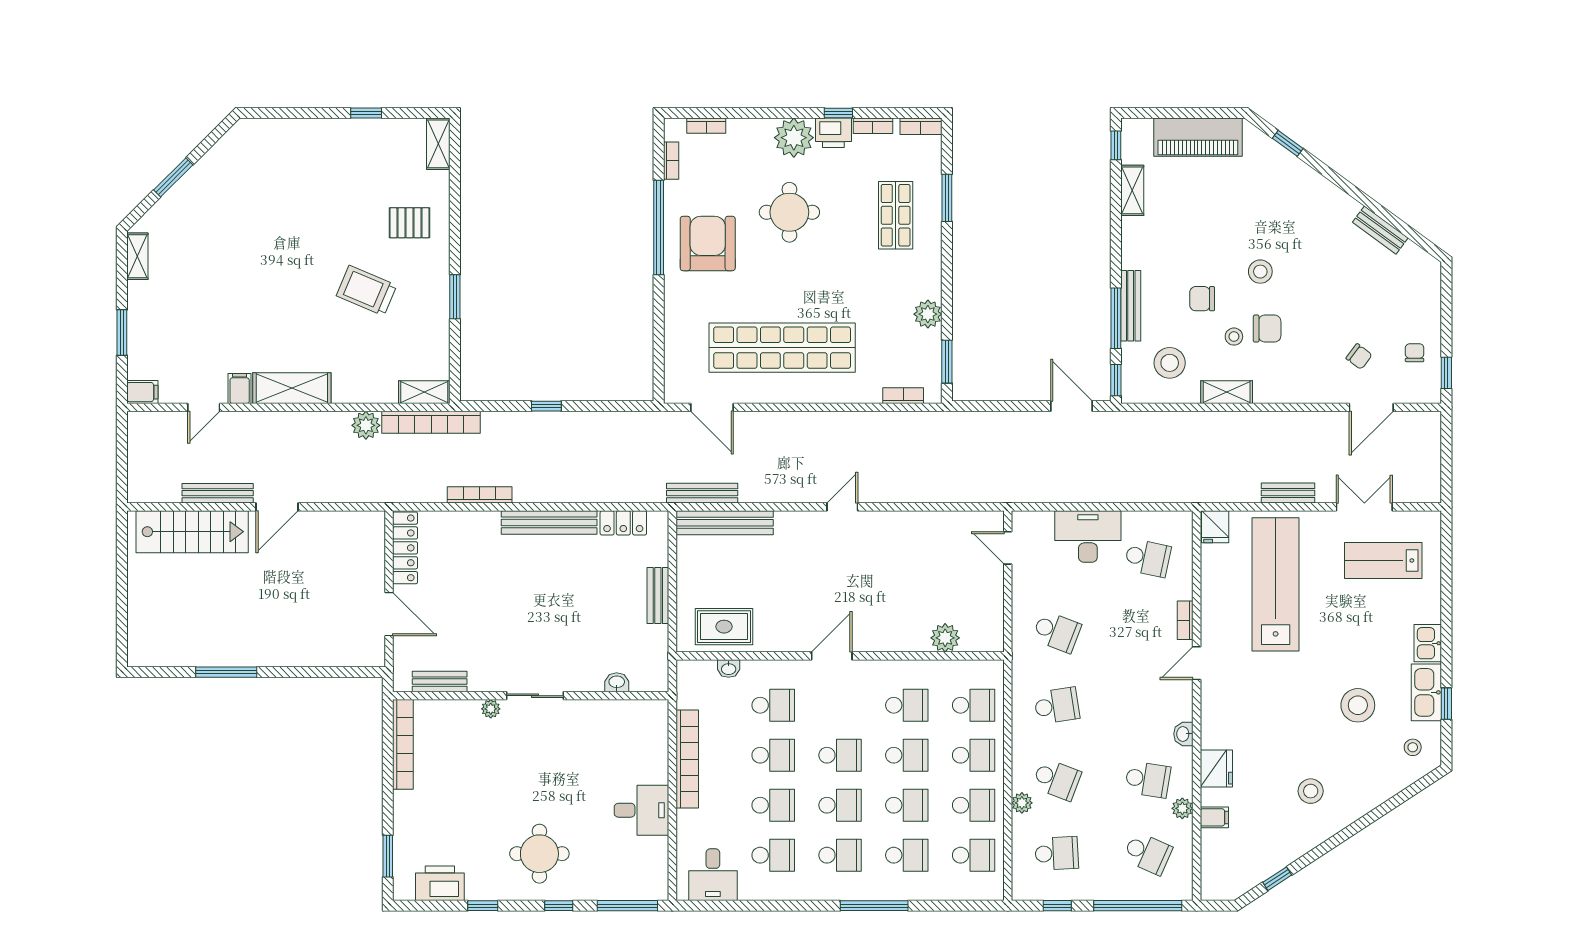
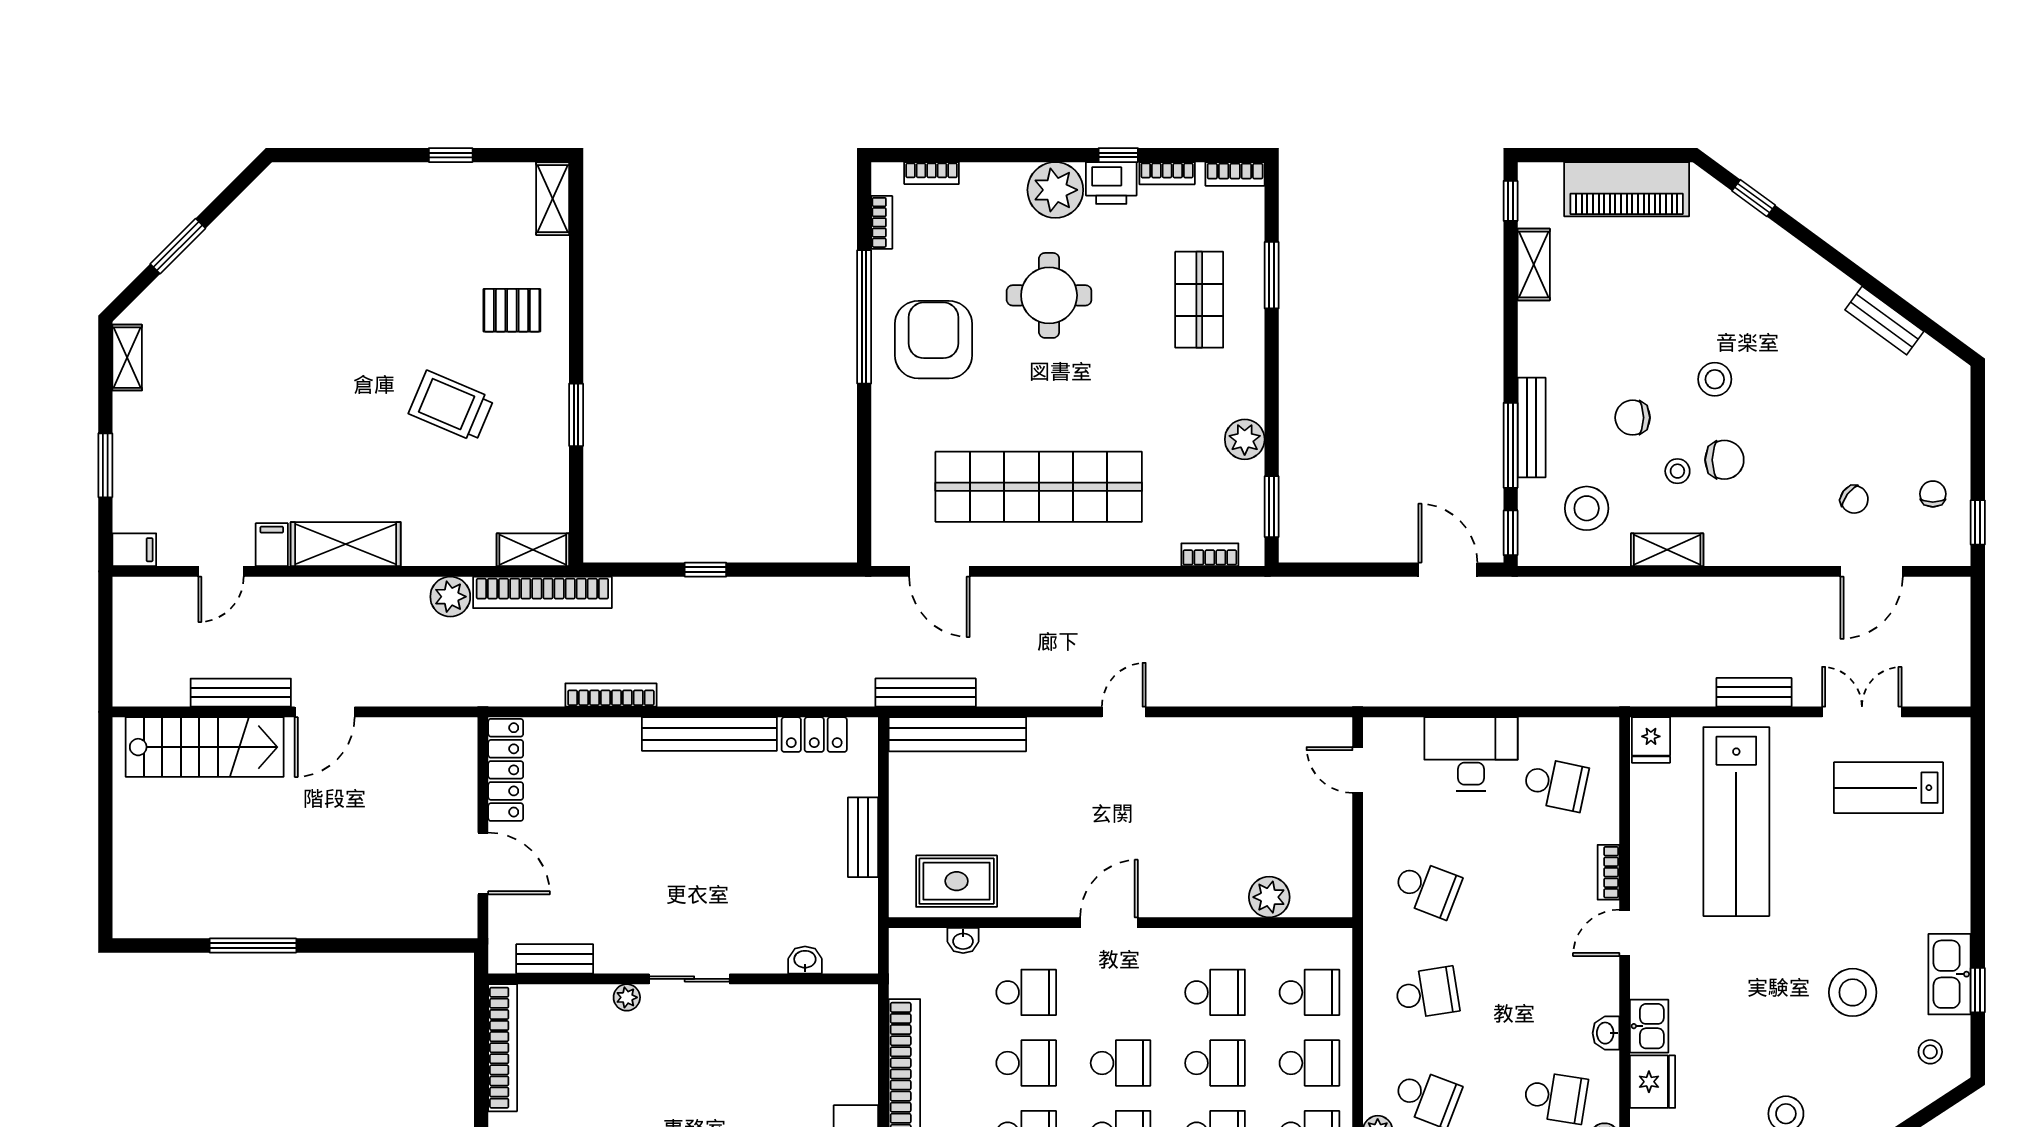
lab bench: (1276, 584) -> (1736, 822), turned 180
kitchen sink: (1428, 643) -> (1649, 1026), moved, turned 180

